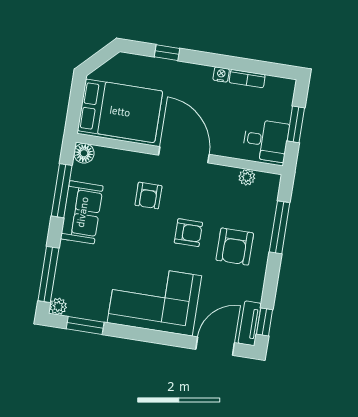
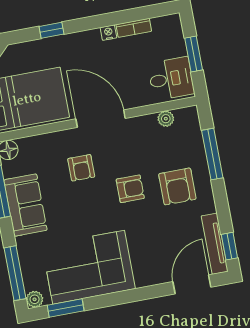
corner sofa: (154, 299) -> (89, 267), moved
tv unit: (250, 323) -> (215, 244), width x1.41

